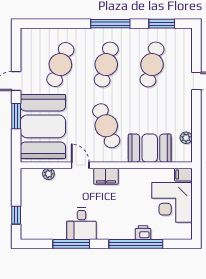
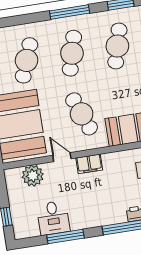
plant: (48, 174) -> (33, 176), width x1.87, depth x1.87
desk: (81, 224) -> (53, 218), moved

